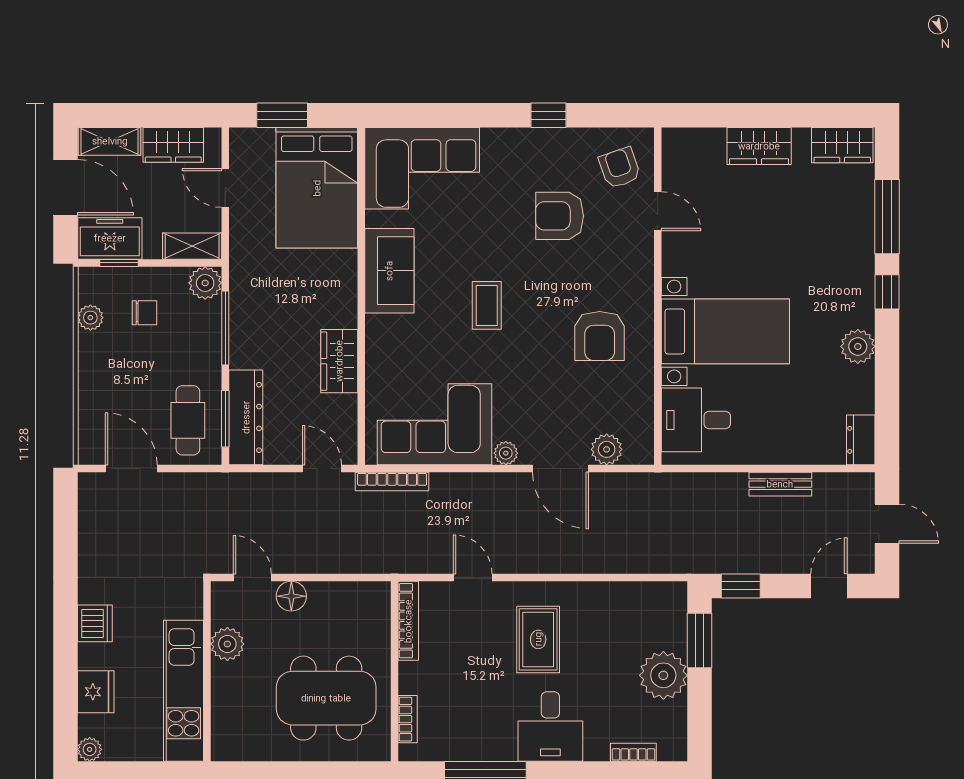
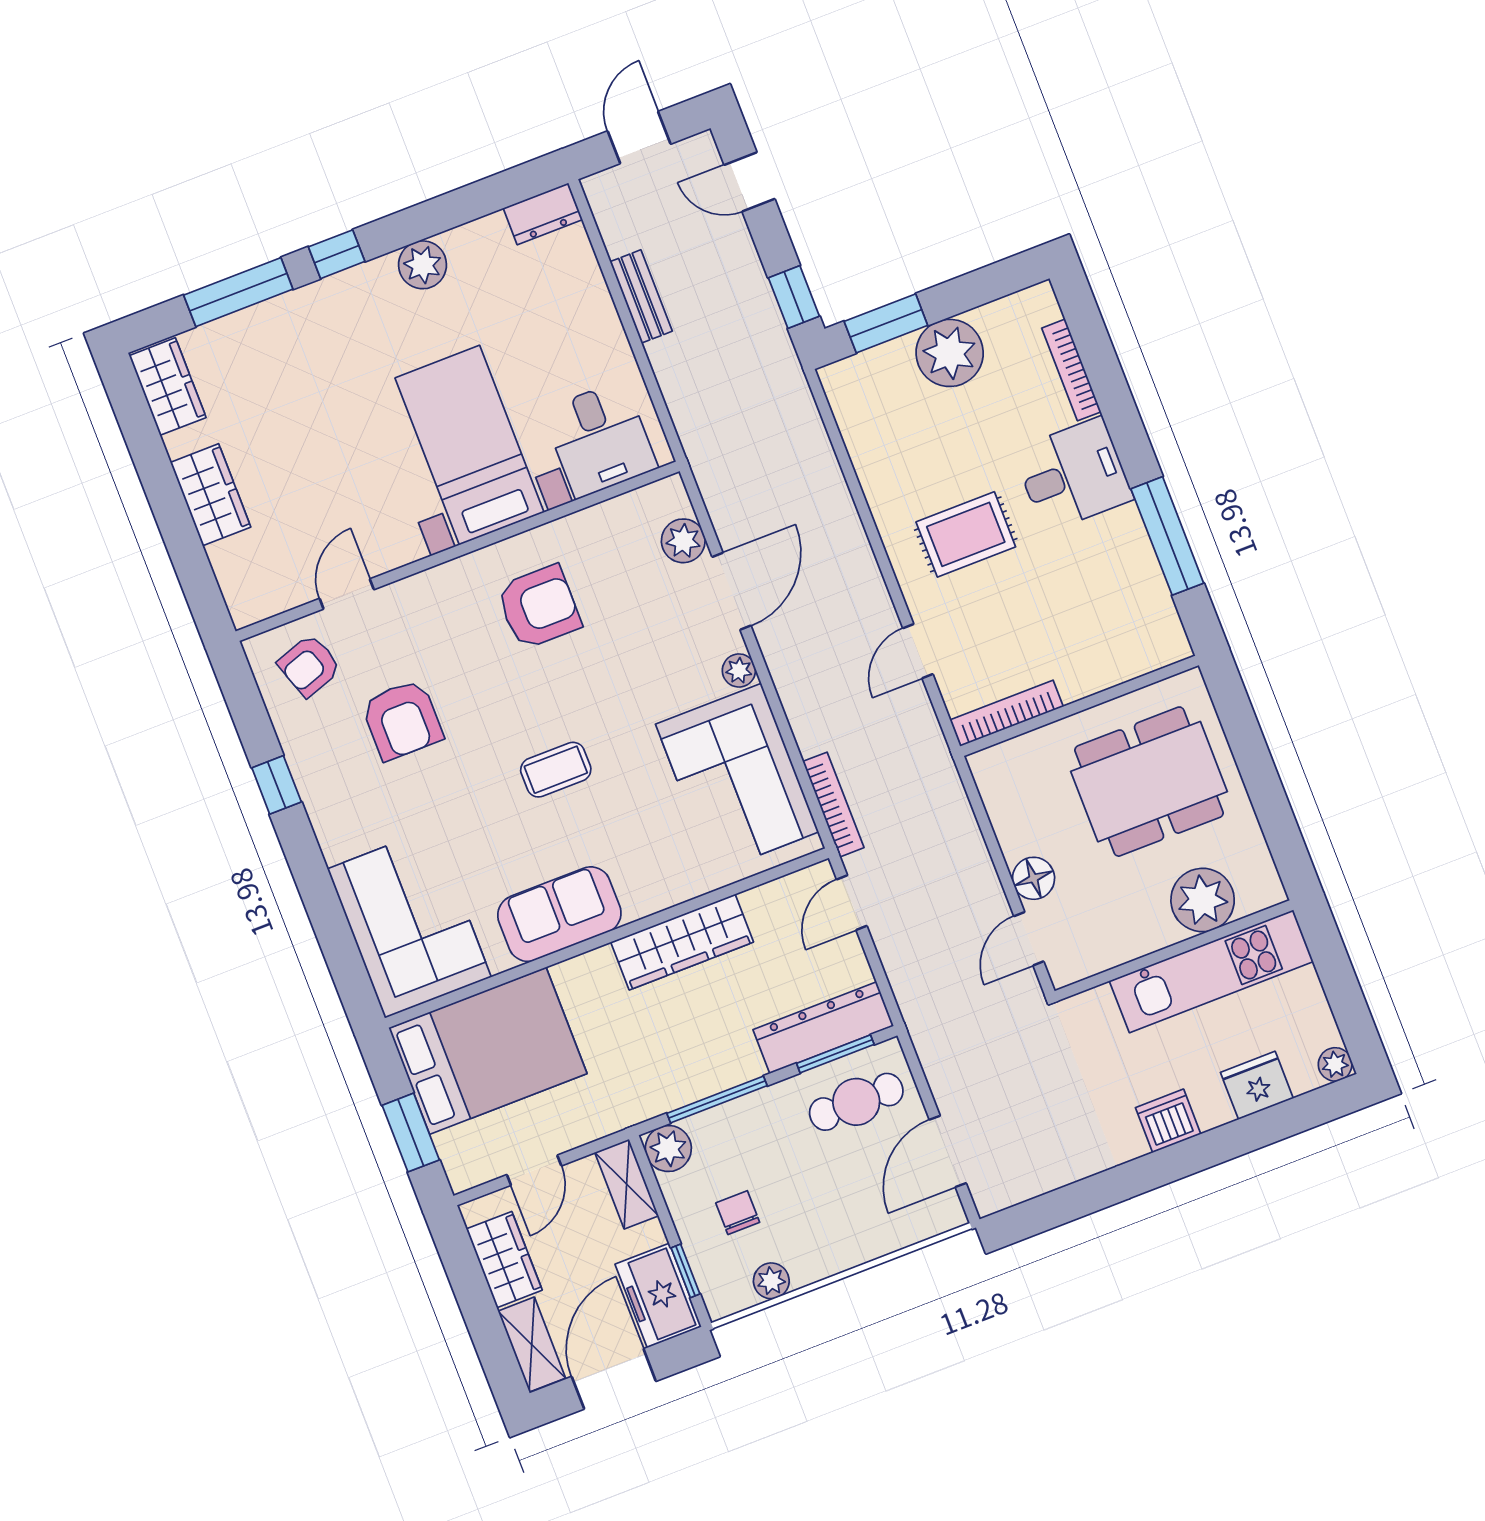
wardrobe: (339, 361) -> (682, 942), width x1.50
plant: (227, 644) -> (1203, 900), moved, width x1.36, depth x1.36
dining table: (326, 698) -> (1149, 782), turned 90
bookcase: (408, 719) -> (1135, 665), removed
bookcase: (633, 752) -> (1071, 370), width x1.56

